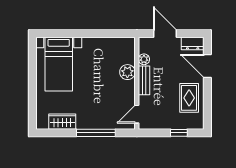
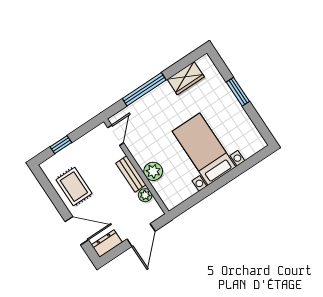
door: (165, 34) -> (141, 235), hinge flipped
bed with nightstands: (59, 64) -> (204, 149), moved
window: (32, 88) -> (238, 92), added

